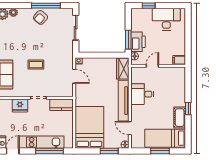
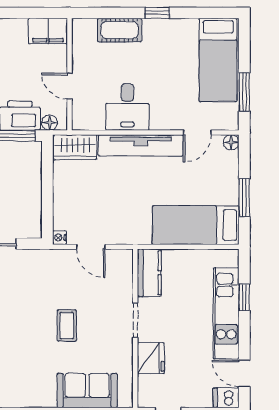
filing cabinet: (179, 60) -> (48, 31), width x2.00
door: (74, 76) -> (91, 247), swing flipped
cot: (180, 118) -> (120, 30), moved
bed: (89, 127) -> (196, 225), width x0.67
window: (49, 151) -> (244, 298), width x0.46
window: (109, 151) -> (244, 198), moved
window: (160, 151) -> (244, 92), moved

